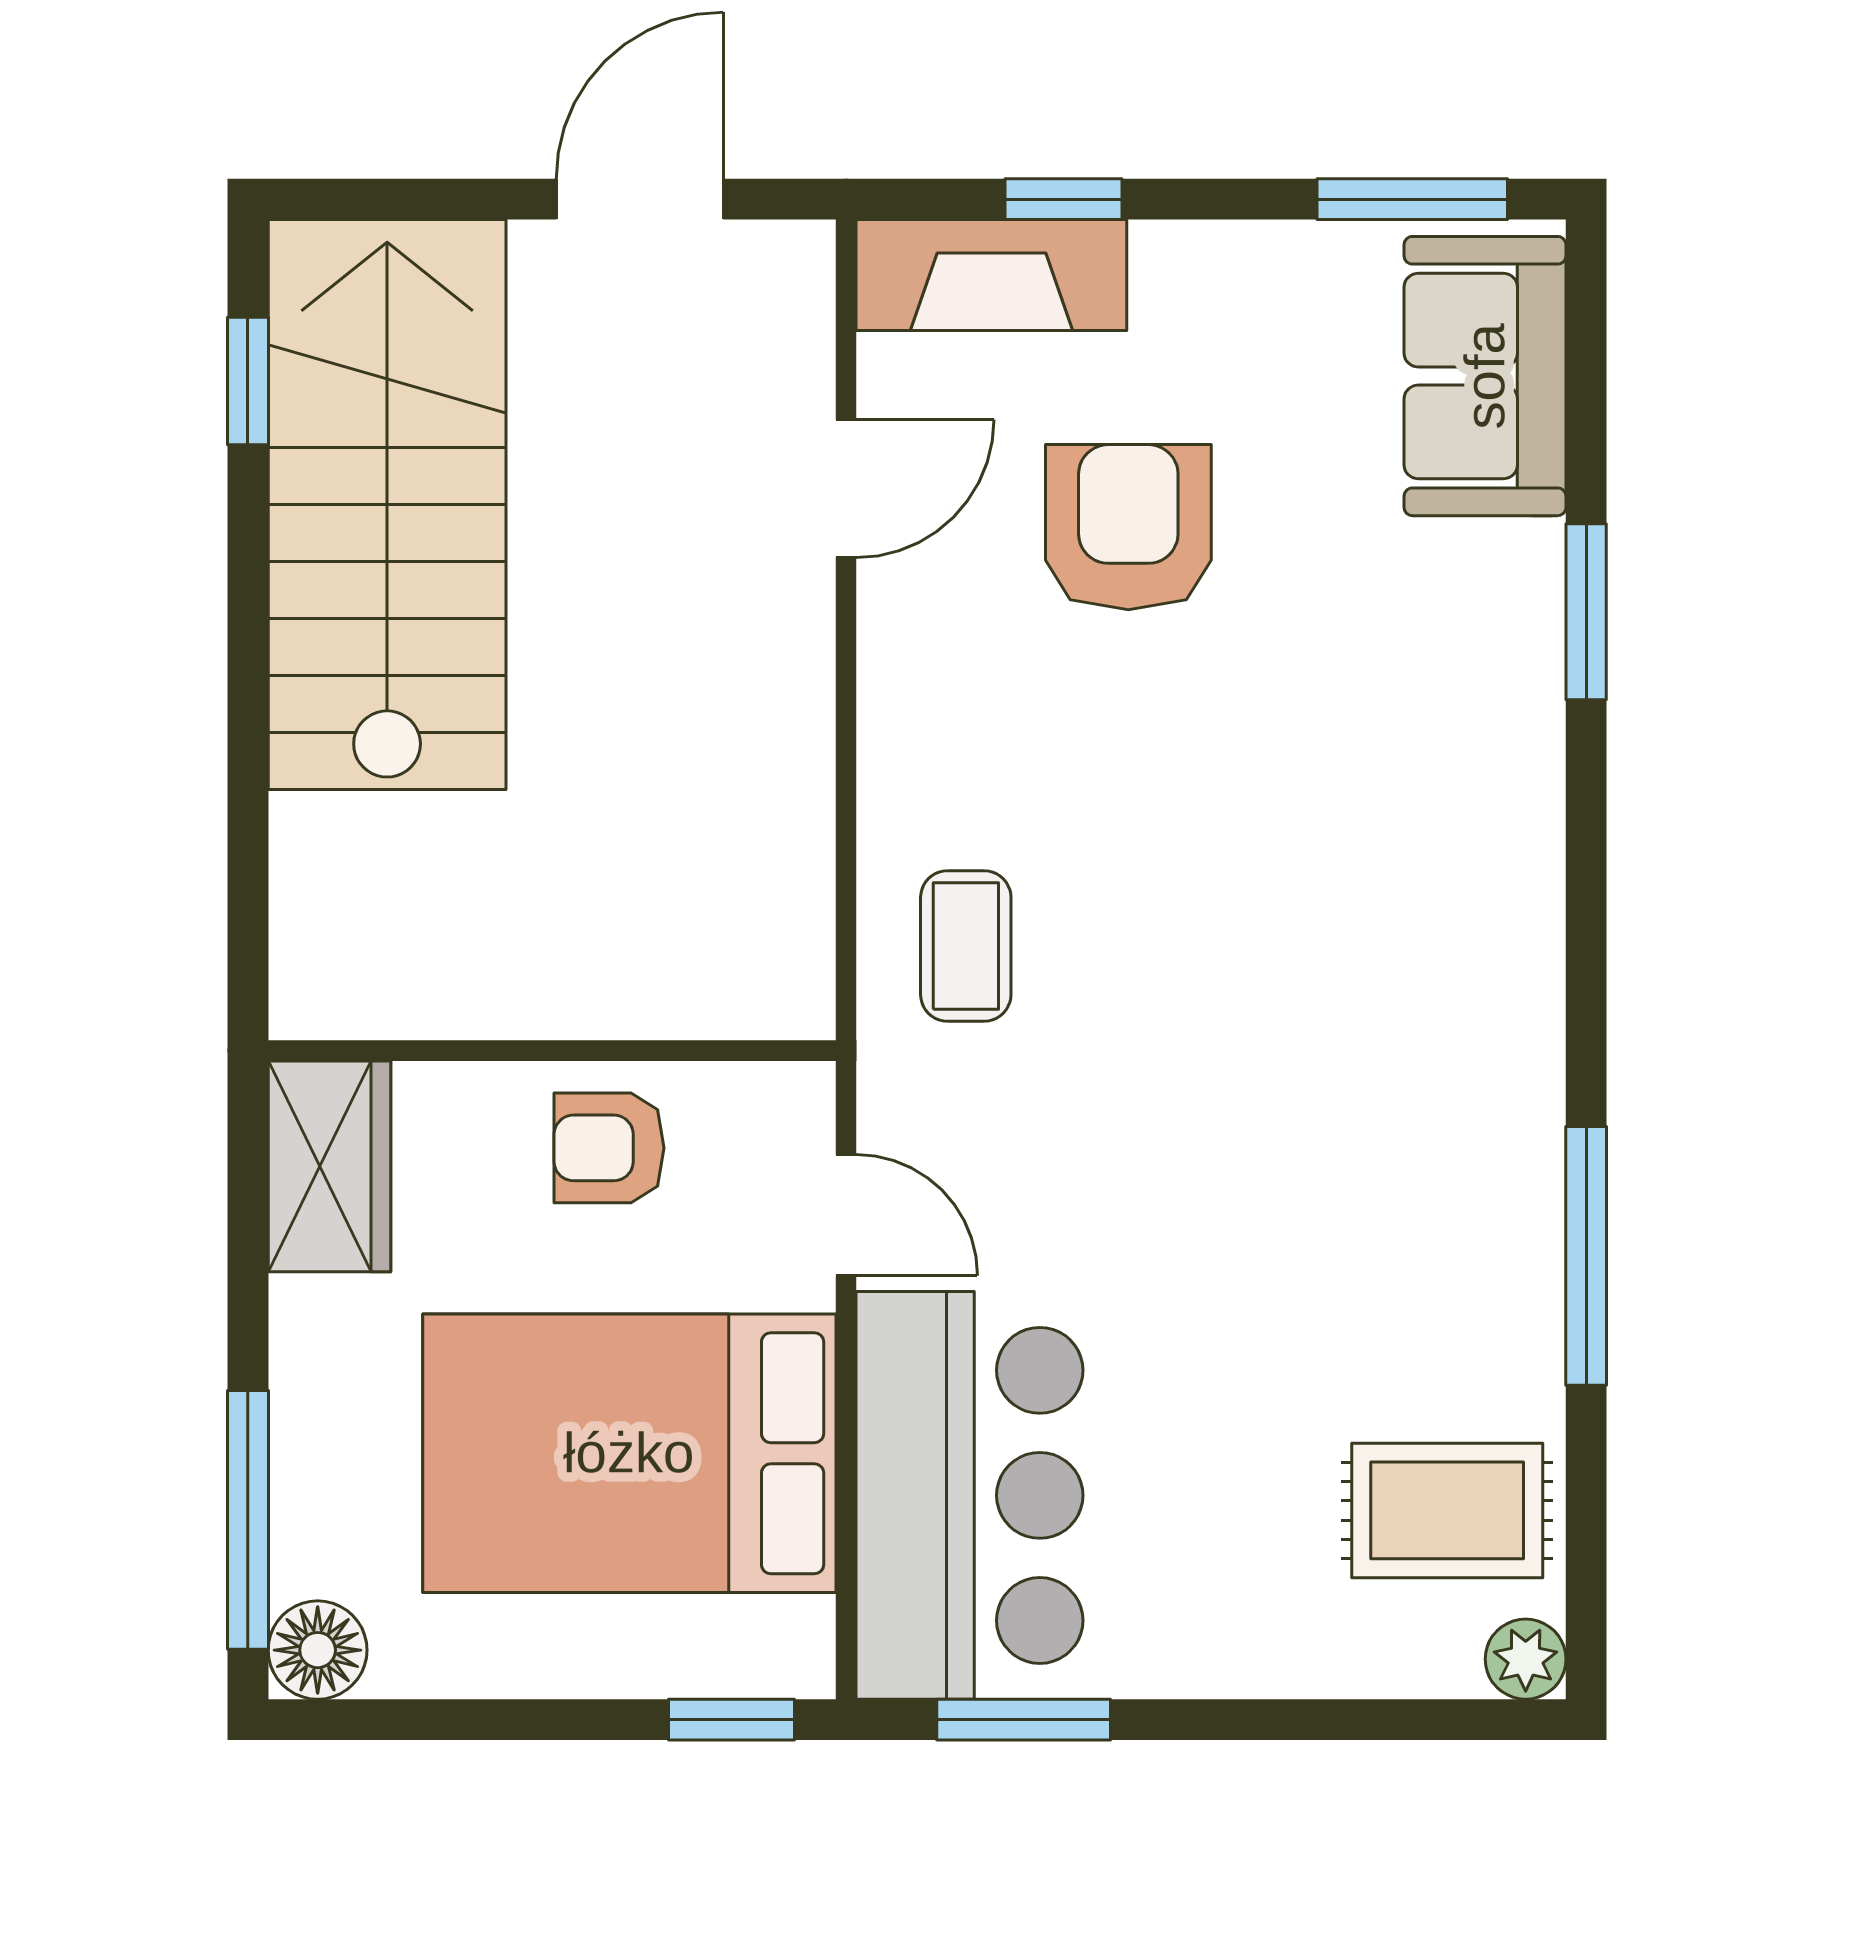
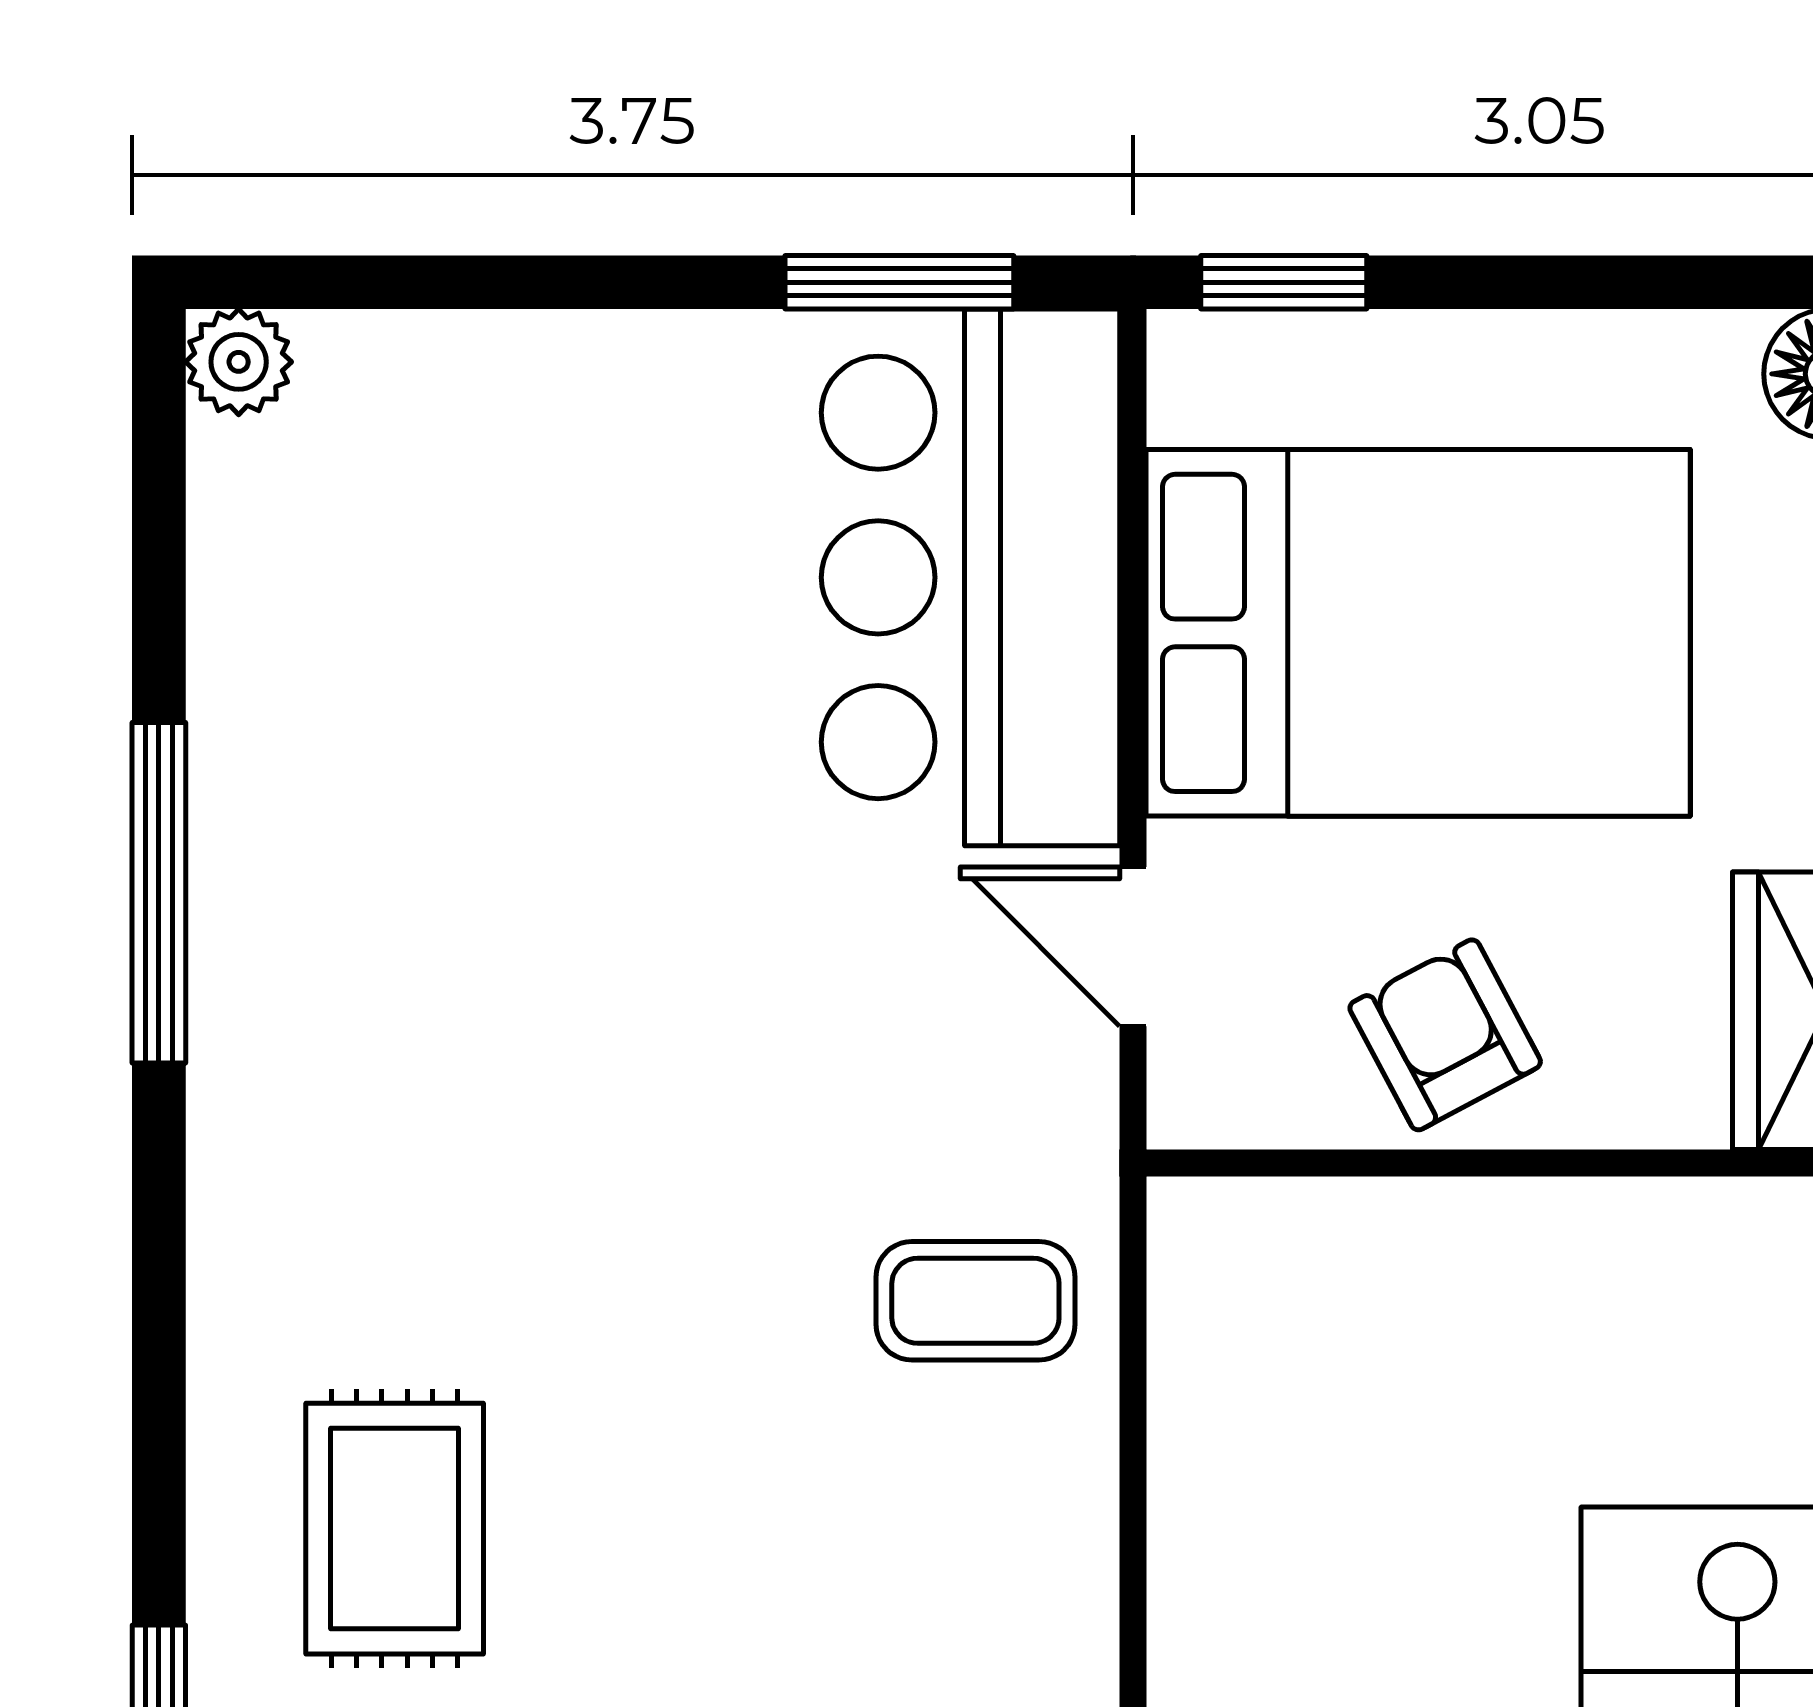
coffee table: (966, 946) -> (975, 1301), turned 90
armchair: (609, 1148) -> (1445, 1035), turned -118
rug: (1447, 1510) -> (395, 1529), moved, turned 90

